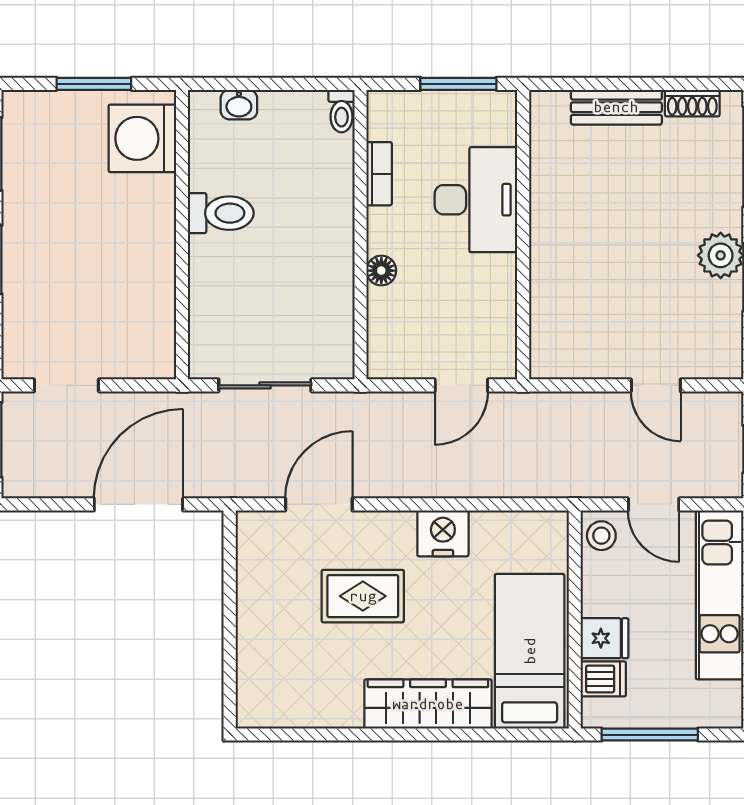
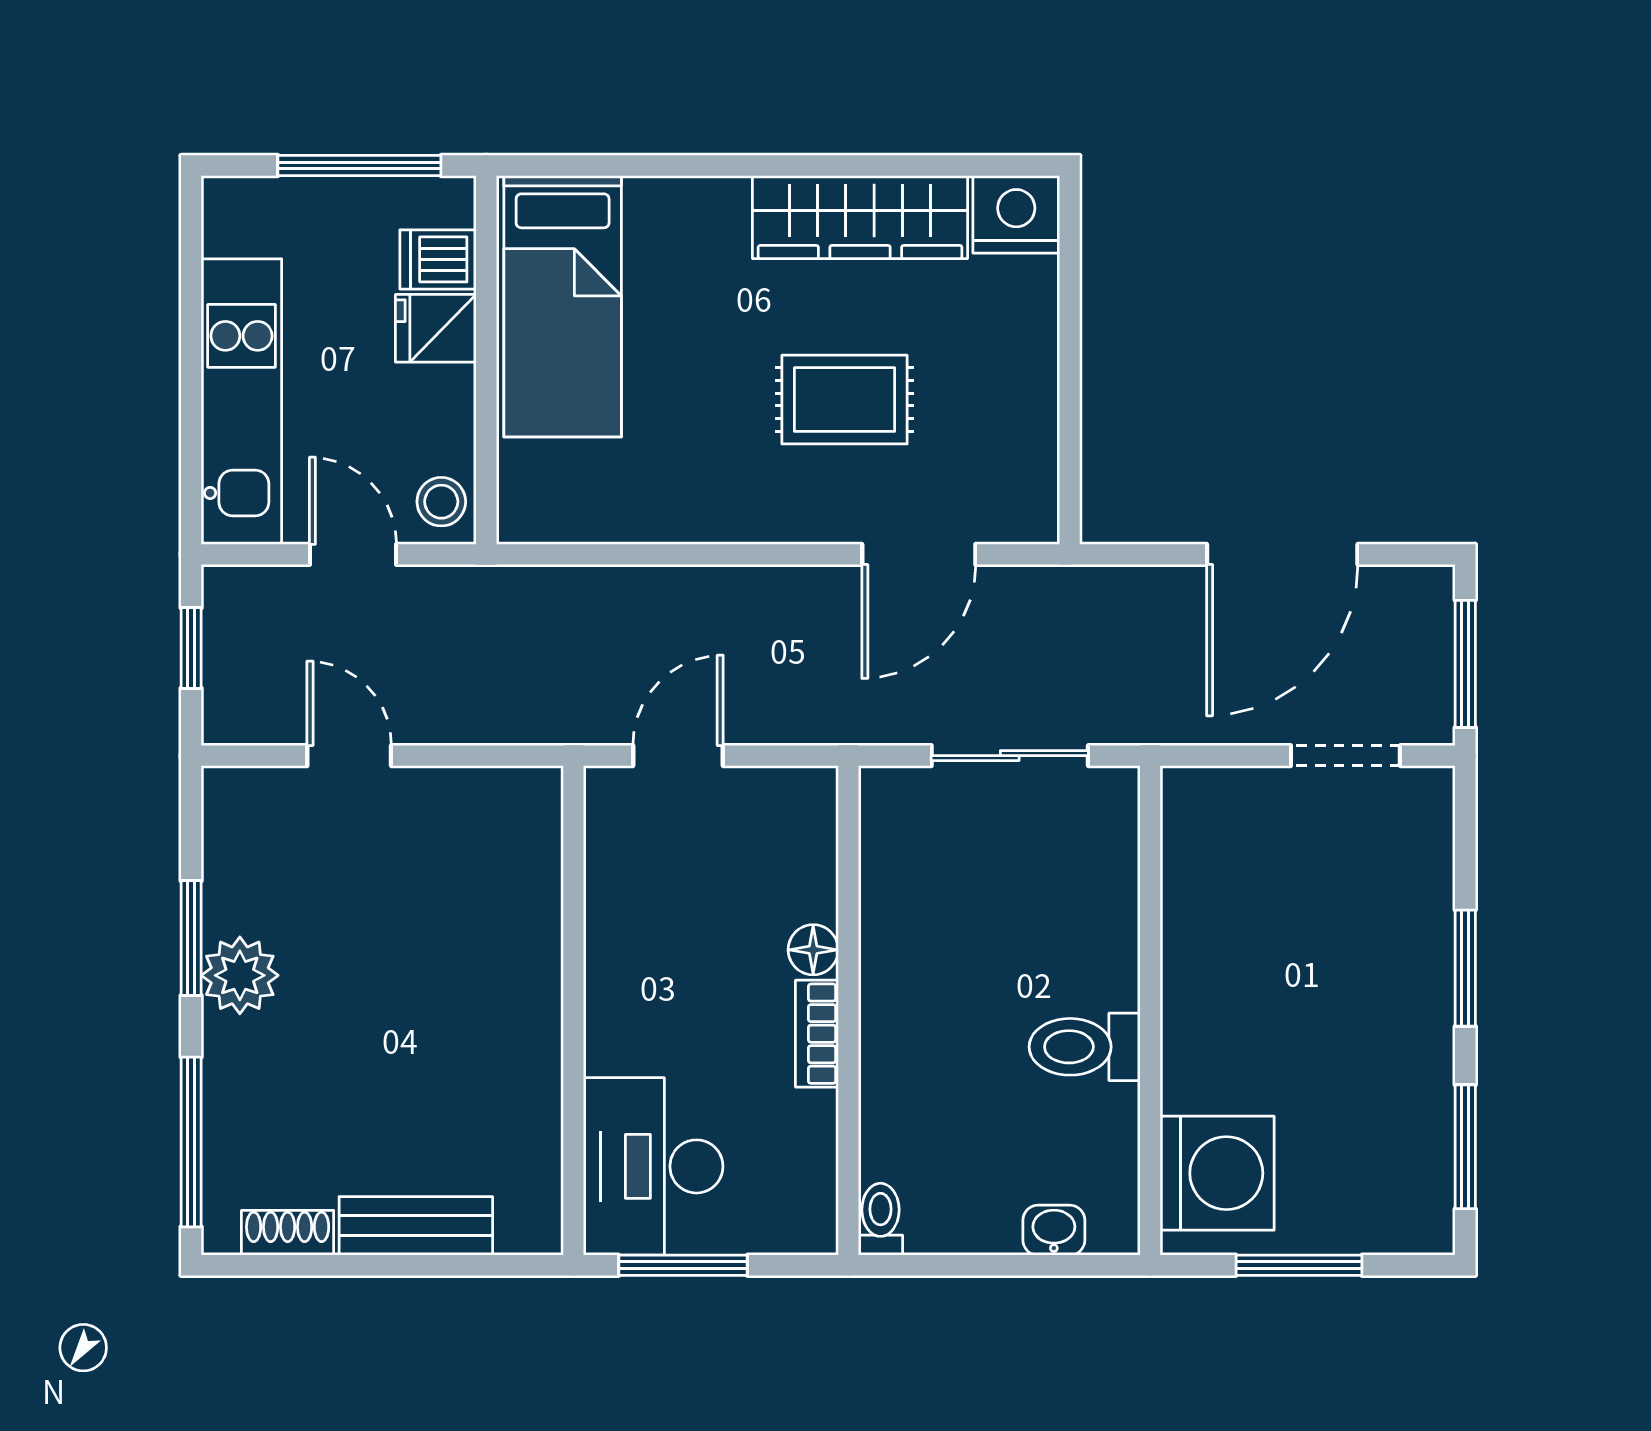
bookcase: (379, 174) -> (817, 1034), moved
desk: (476, 200) -> (653, 1166), moved
door: (138, 504) -> (1282, 554), moved
nightstand: (443, 533) -> (1016, 214), moved, turned 180
wardrobe: (428, 704) -> (860, 217), moved

